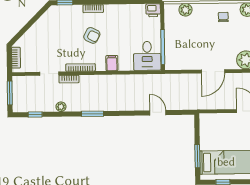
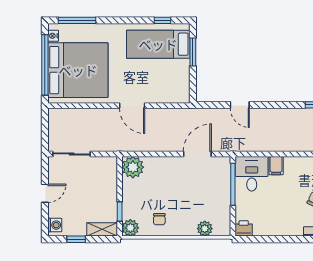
filing cabinet: (112, 63) -> (276, 166), moved
door: (213, 71) -> (197, 154), moved

